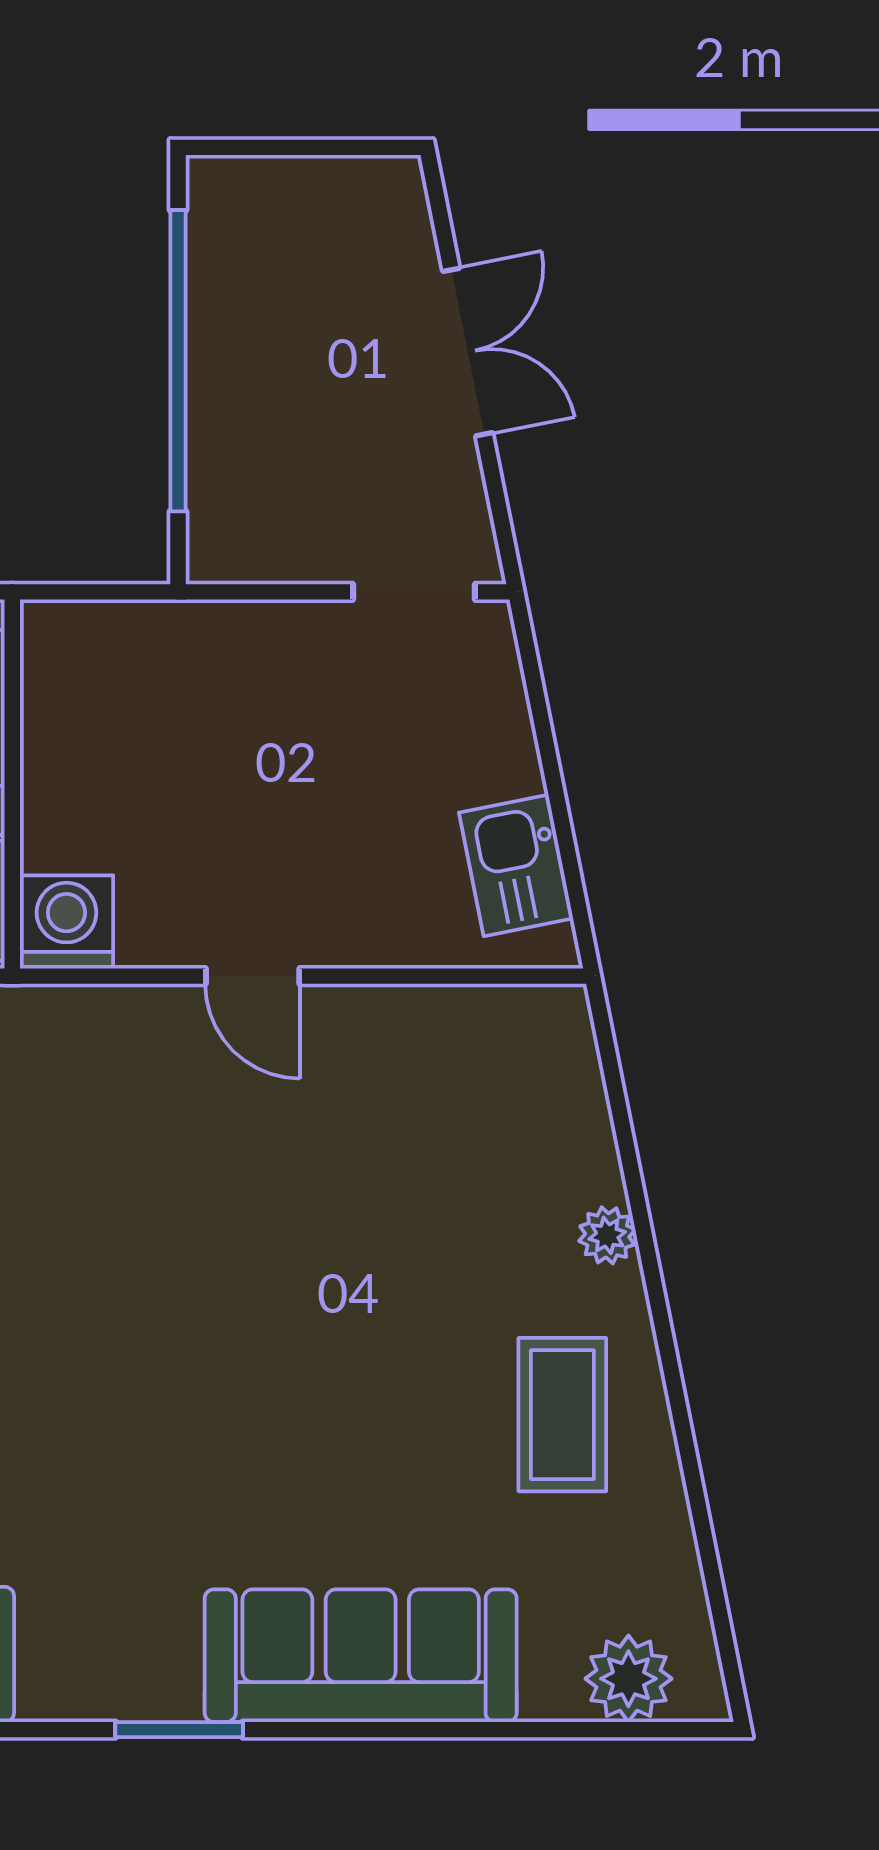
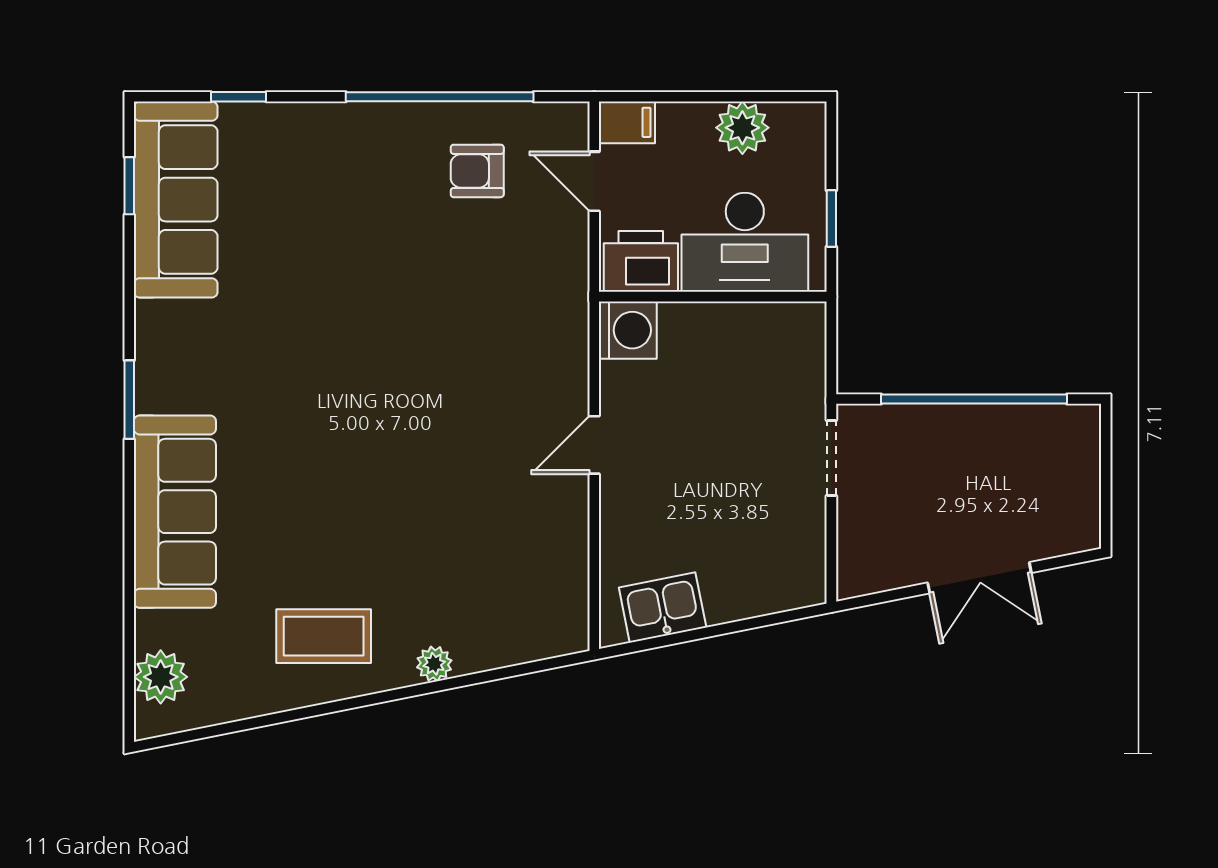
doorway: (414, 592) -> (831, 458), moved

